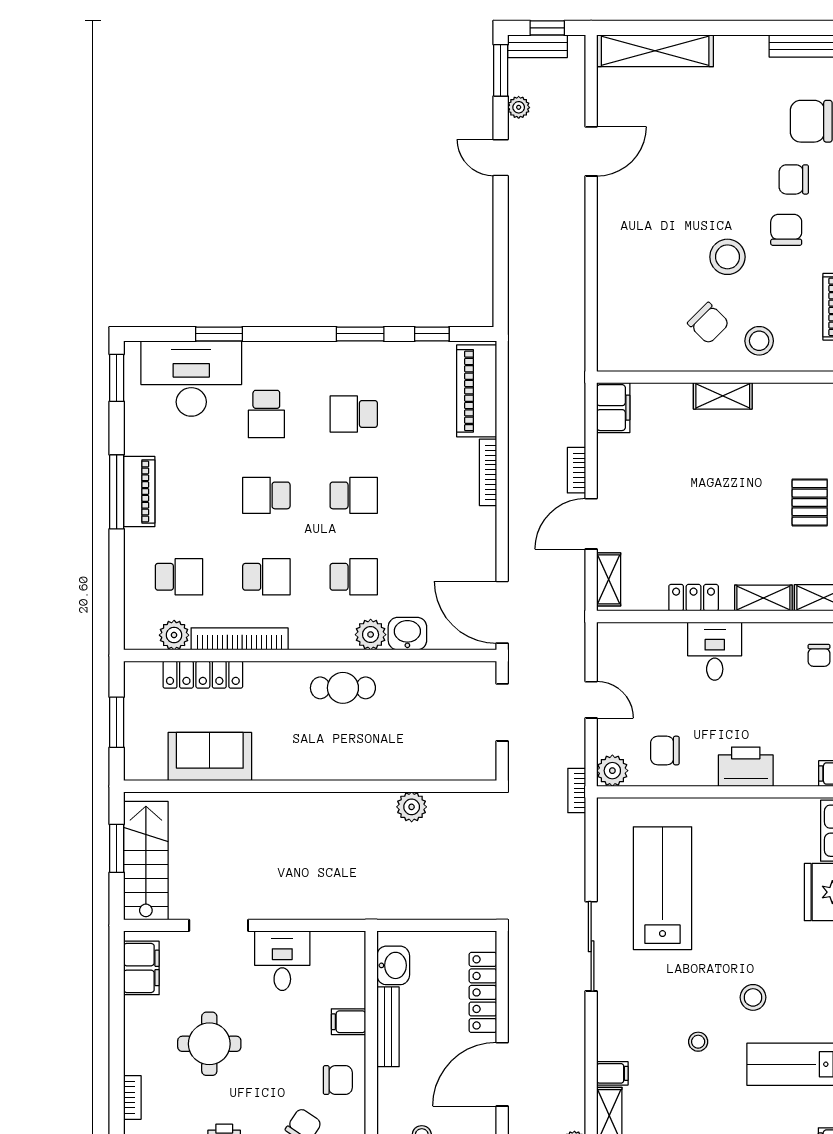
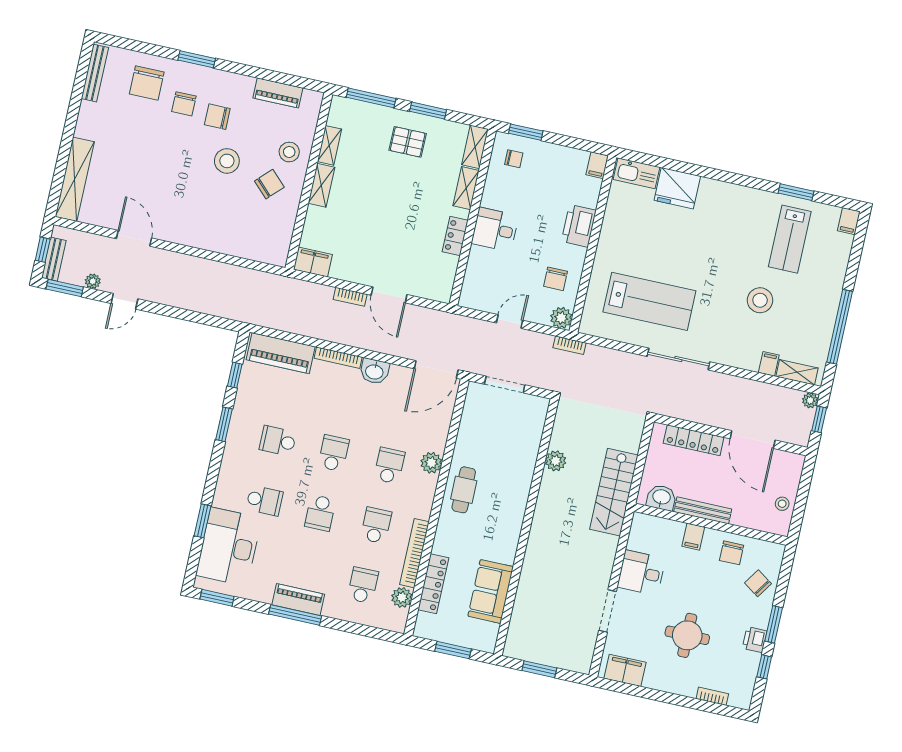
school desk: (354, 414) -> (278, 441), turned 90
shelving: (609, 579) -> (329, 145), moved, turned 90
washbasin: (407, 634) -> (374, 371), moved, turned -90
stairs: (146, 861) -> (614, 492), moved, turned -90
lab bench: (662, 888) -> (649, 301), turned 180
stool: (753, 997) -> (738, 256), removed
stool: (698, 1042) -> (760, 300), width x1.89, depth x1.89
chair: (338, 1080) -> (732, 553), turned 180

